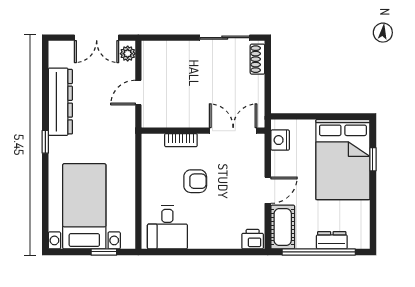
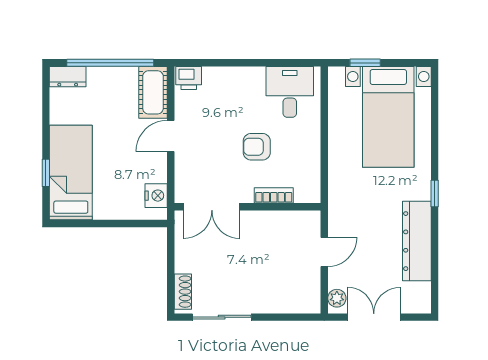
bed: (343, 160) -> (71, 172), width x0.67
dresser: (332, 240) -> (68, 77), moved

